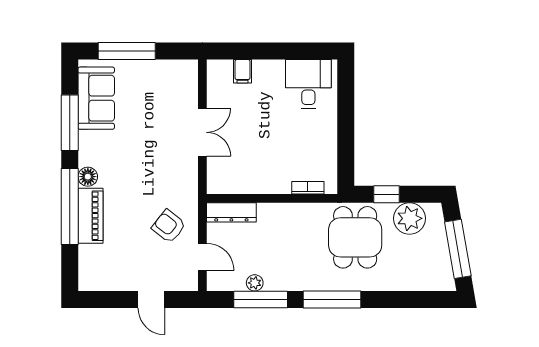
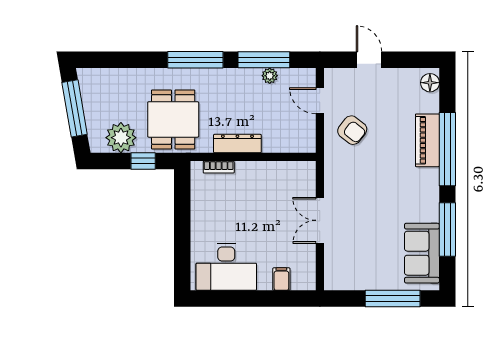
desk: (308, 84) -> (226, 267), width x1.37
floor lamp: (88, 177) -> (430, 83), moved
dresser: (231, 212) -> (237, 144), moved

